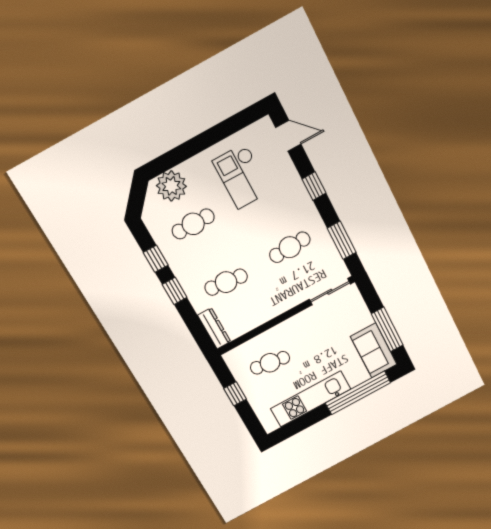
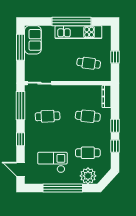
window: (201, 142) -> (63, 188), added
checkout: (242, 176) -> (52, 162), turned -90
window: (342, 240) -> (20, 106), width x1.44
window: (358, 393) -> (71, 21), moved

